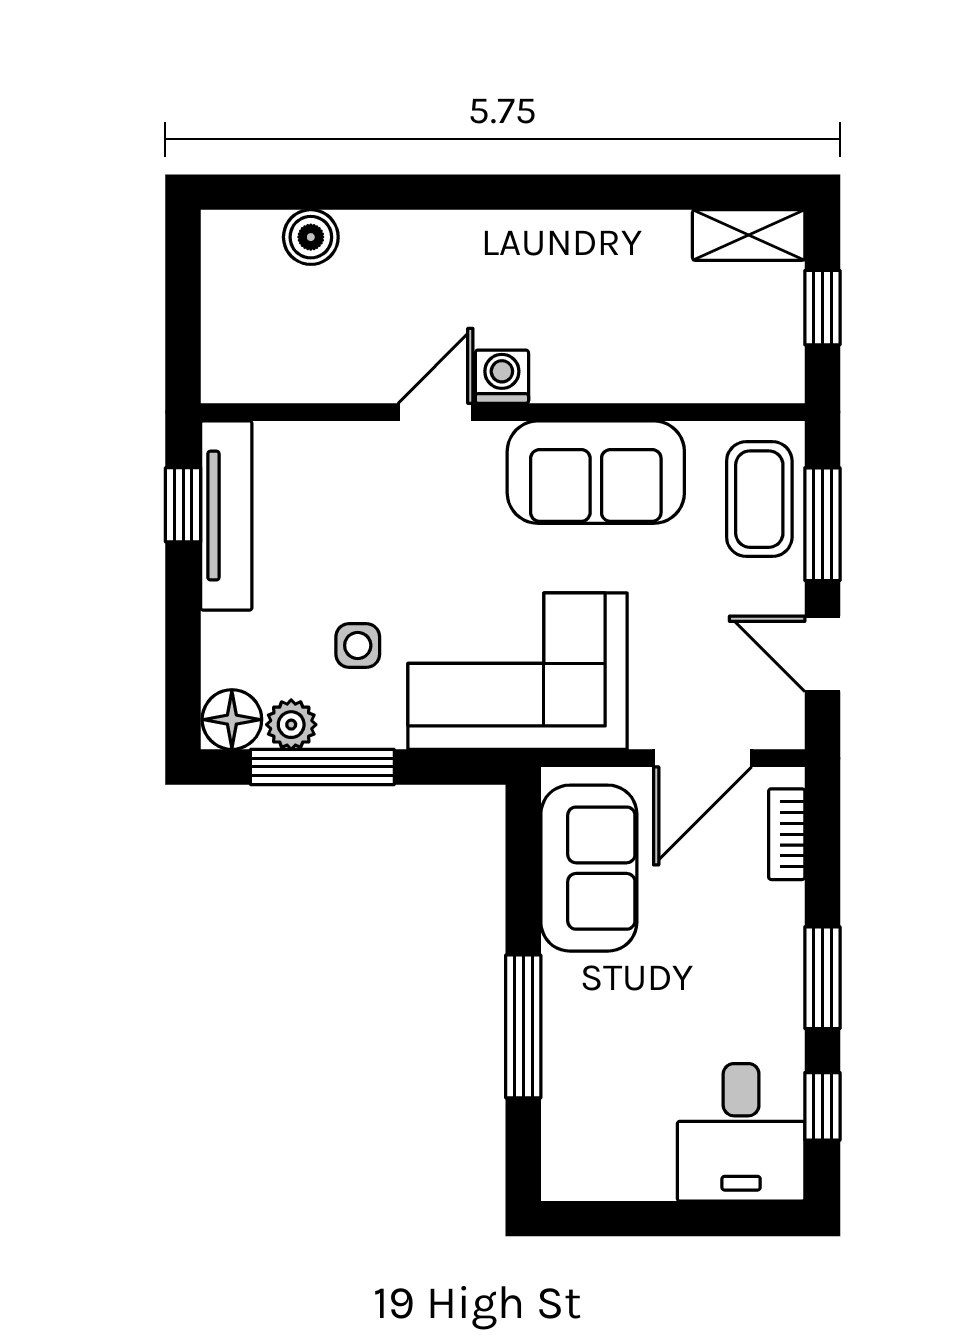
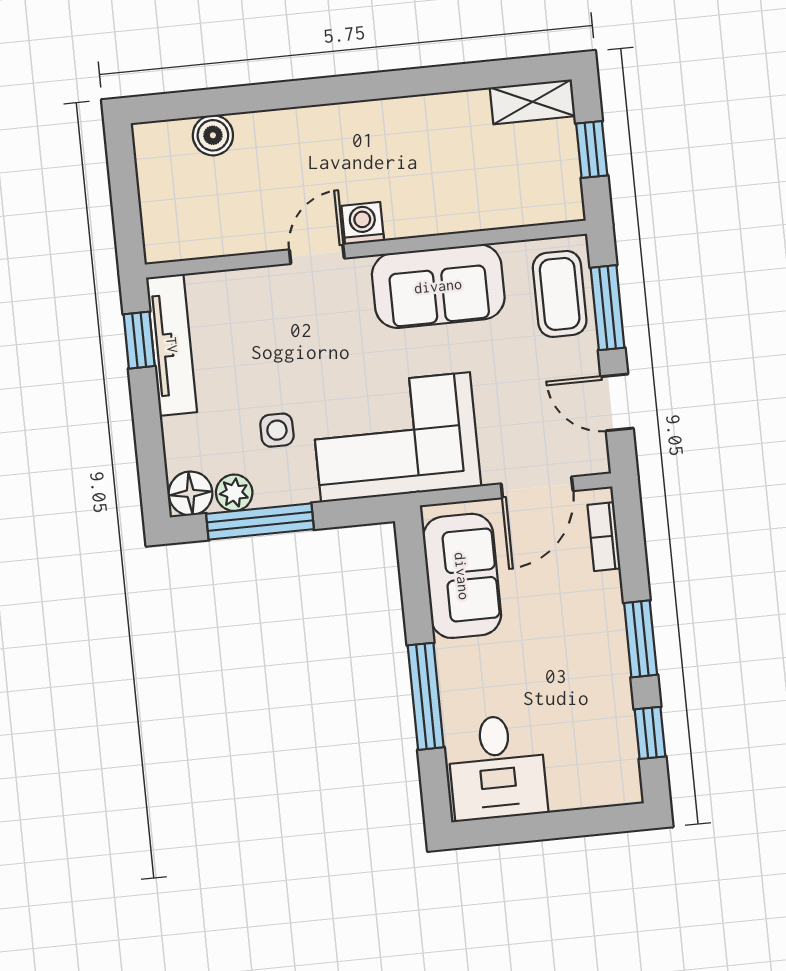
desk: (741, 1132) -> (497, 767), moved

